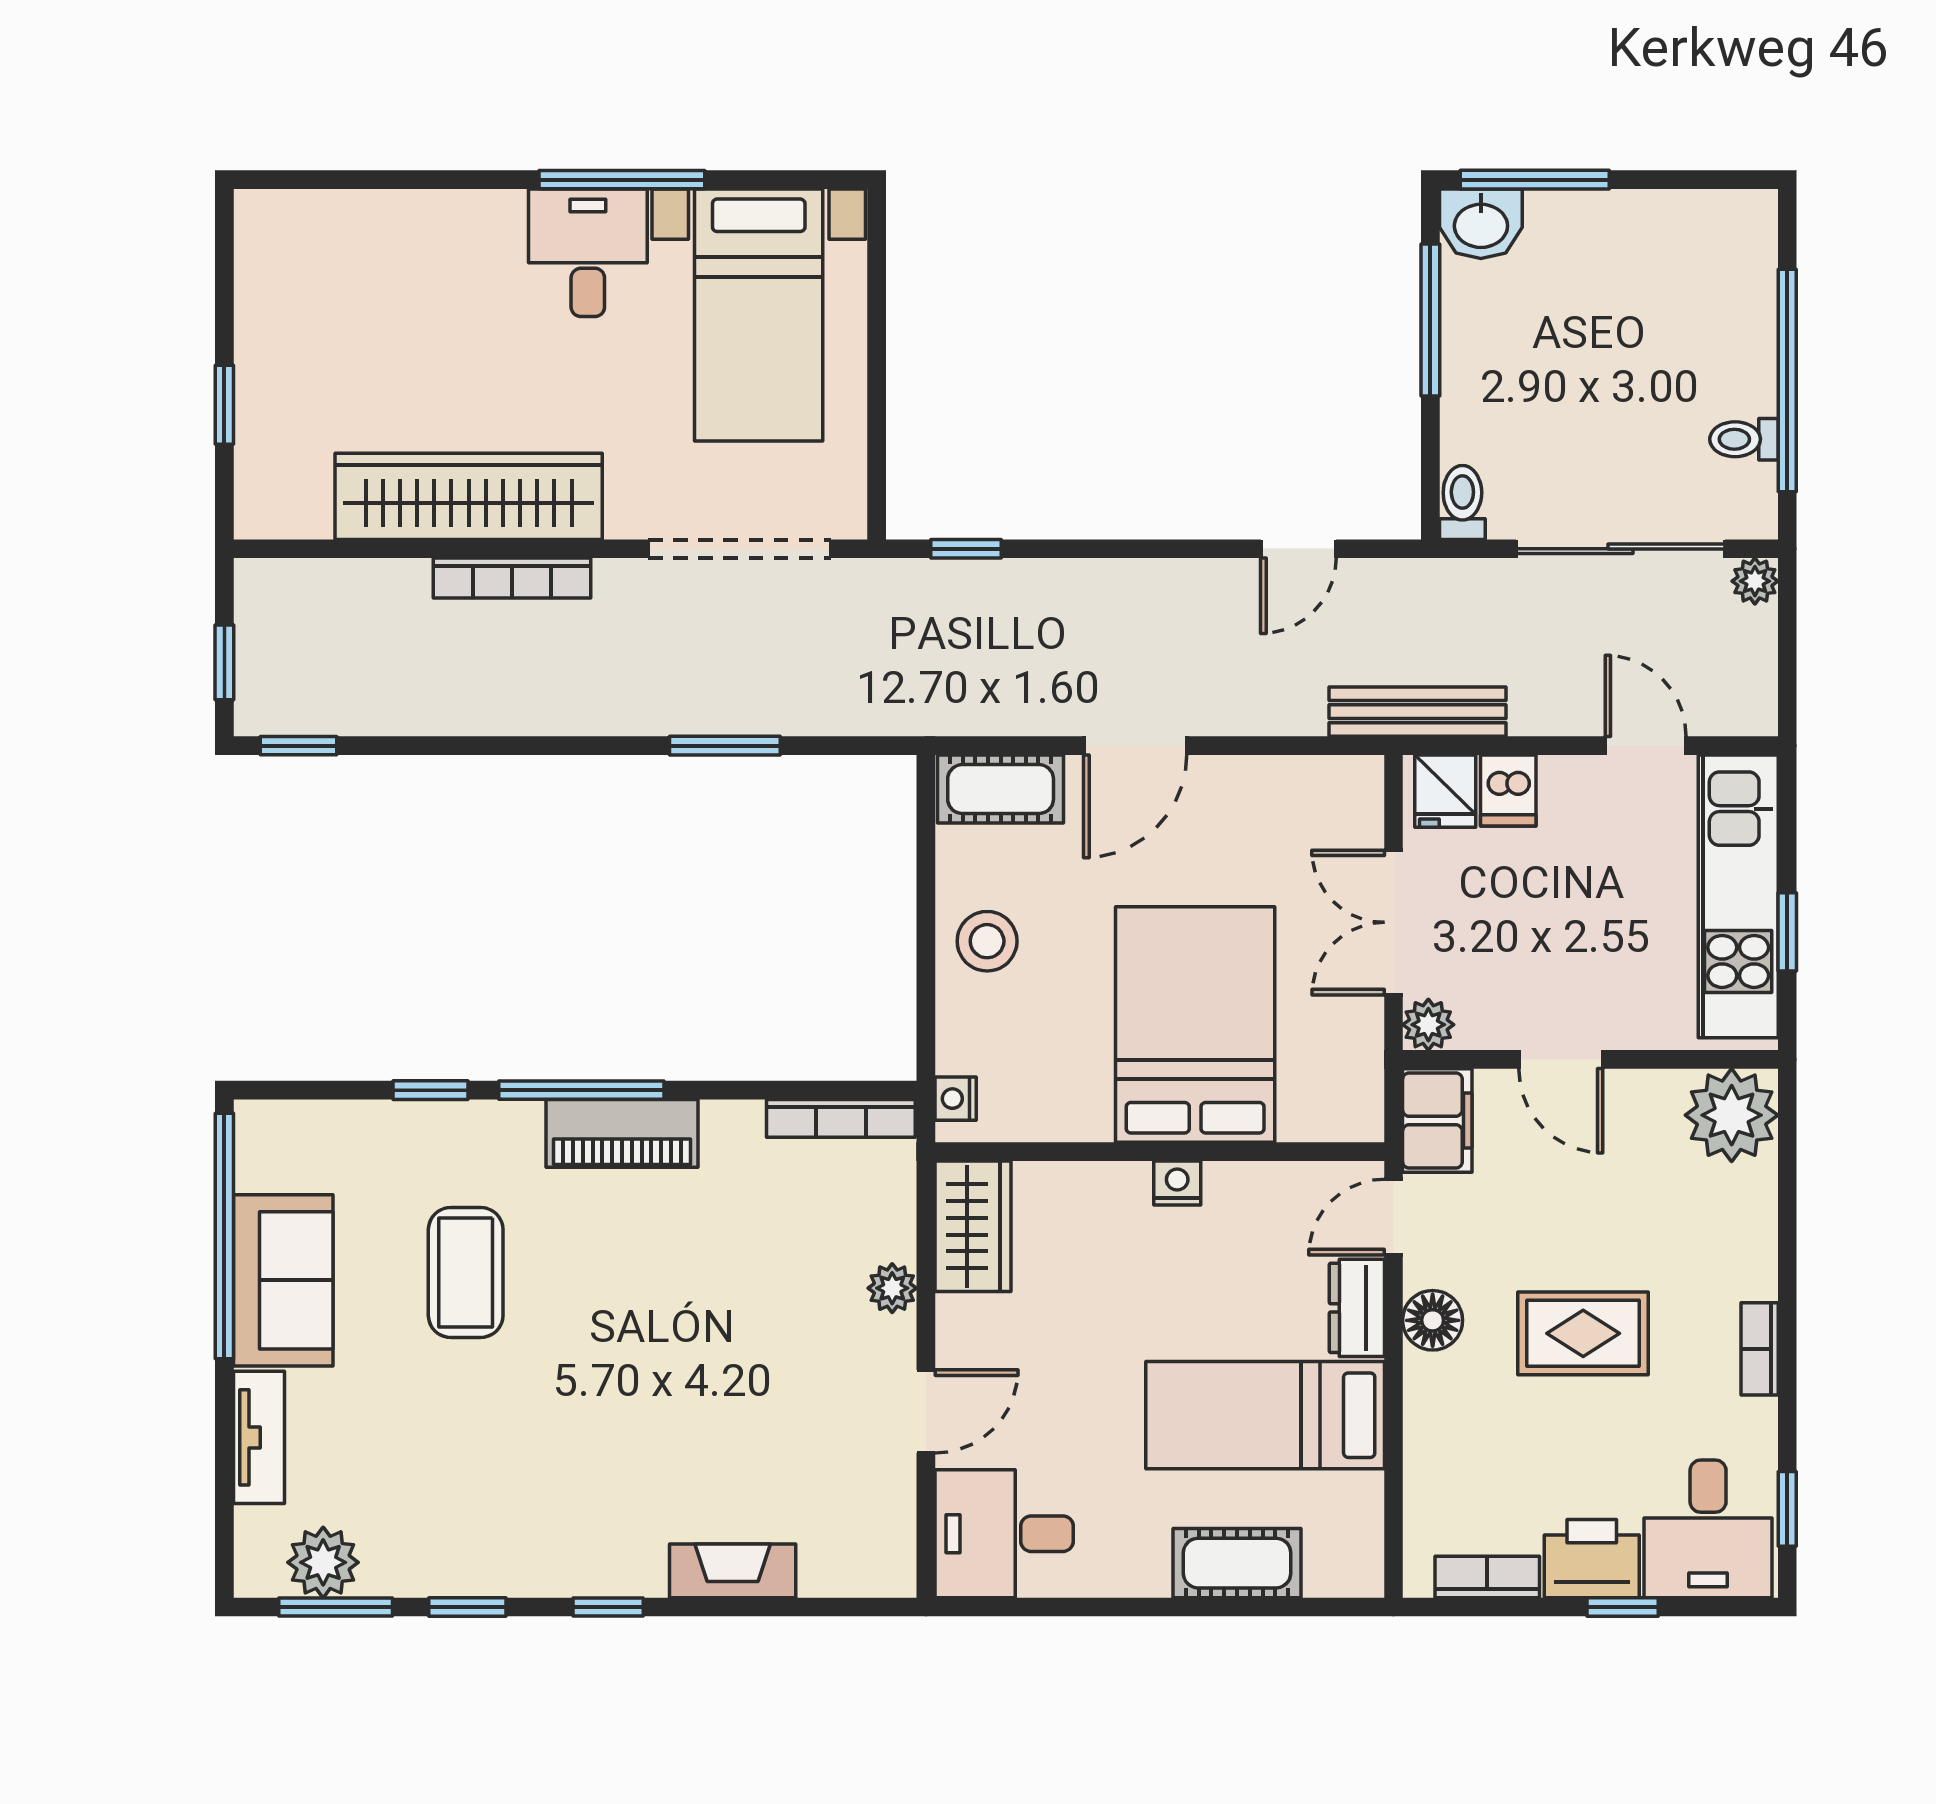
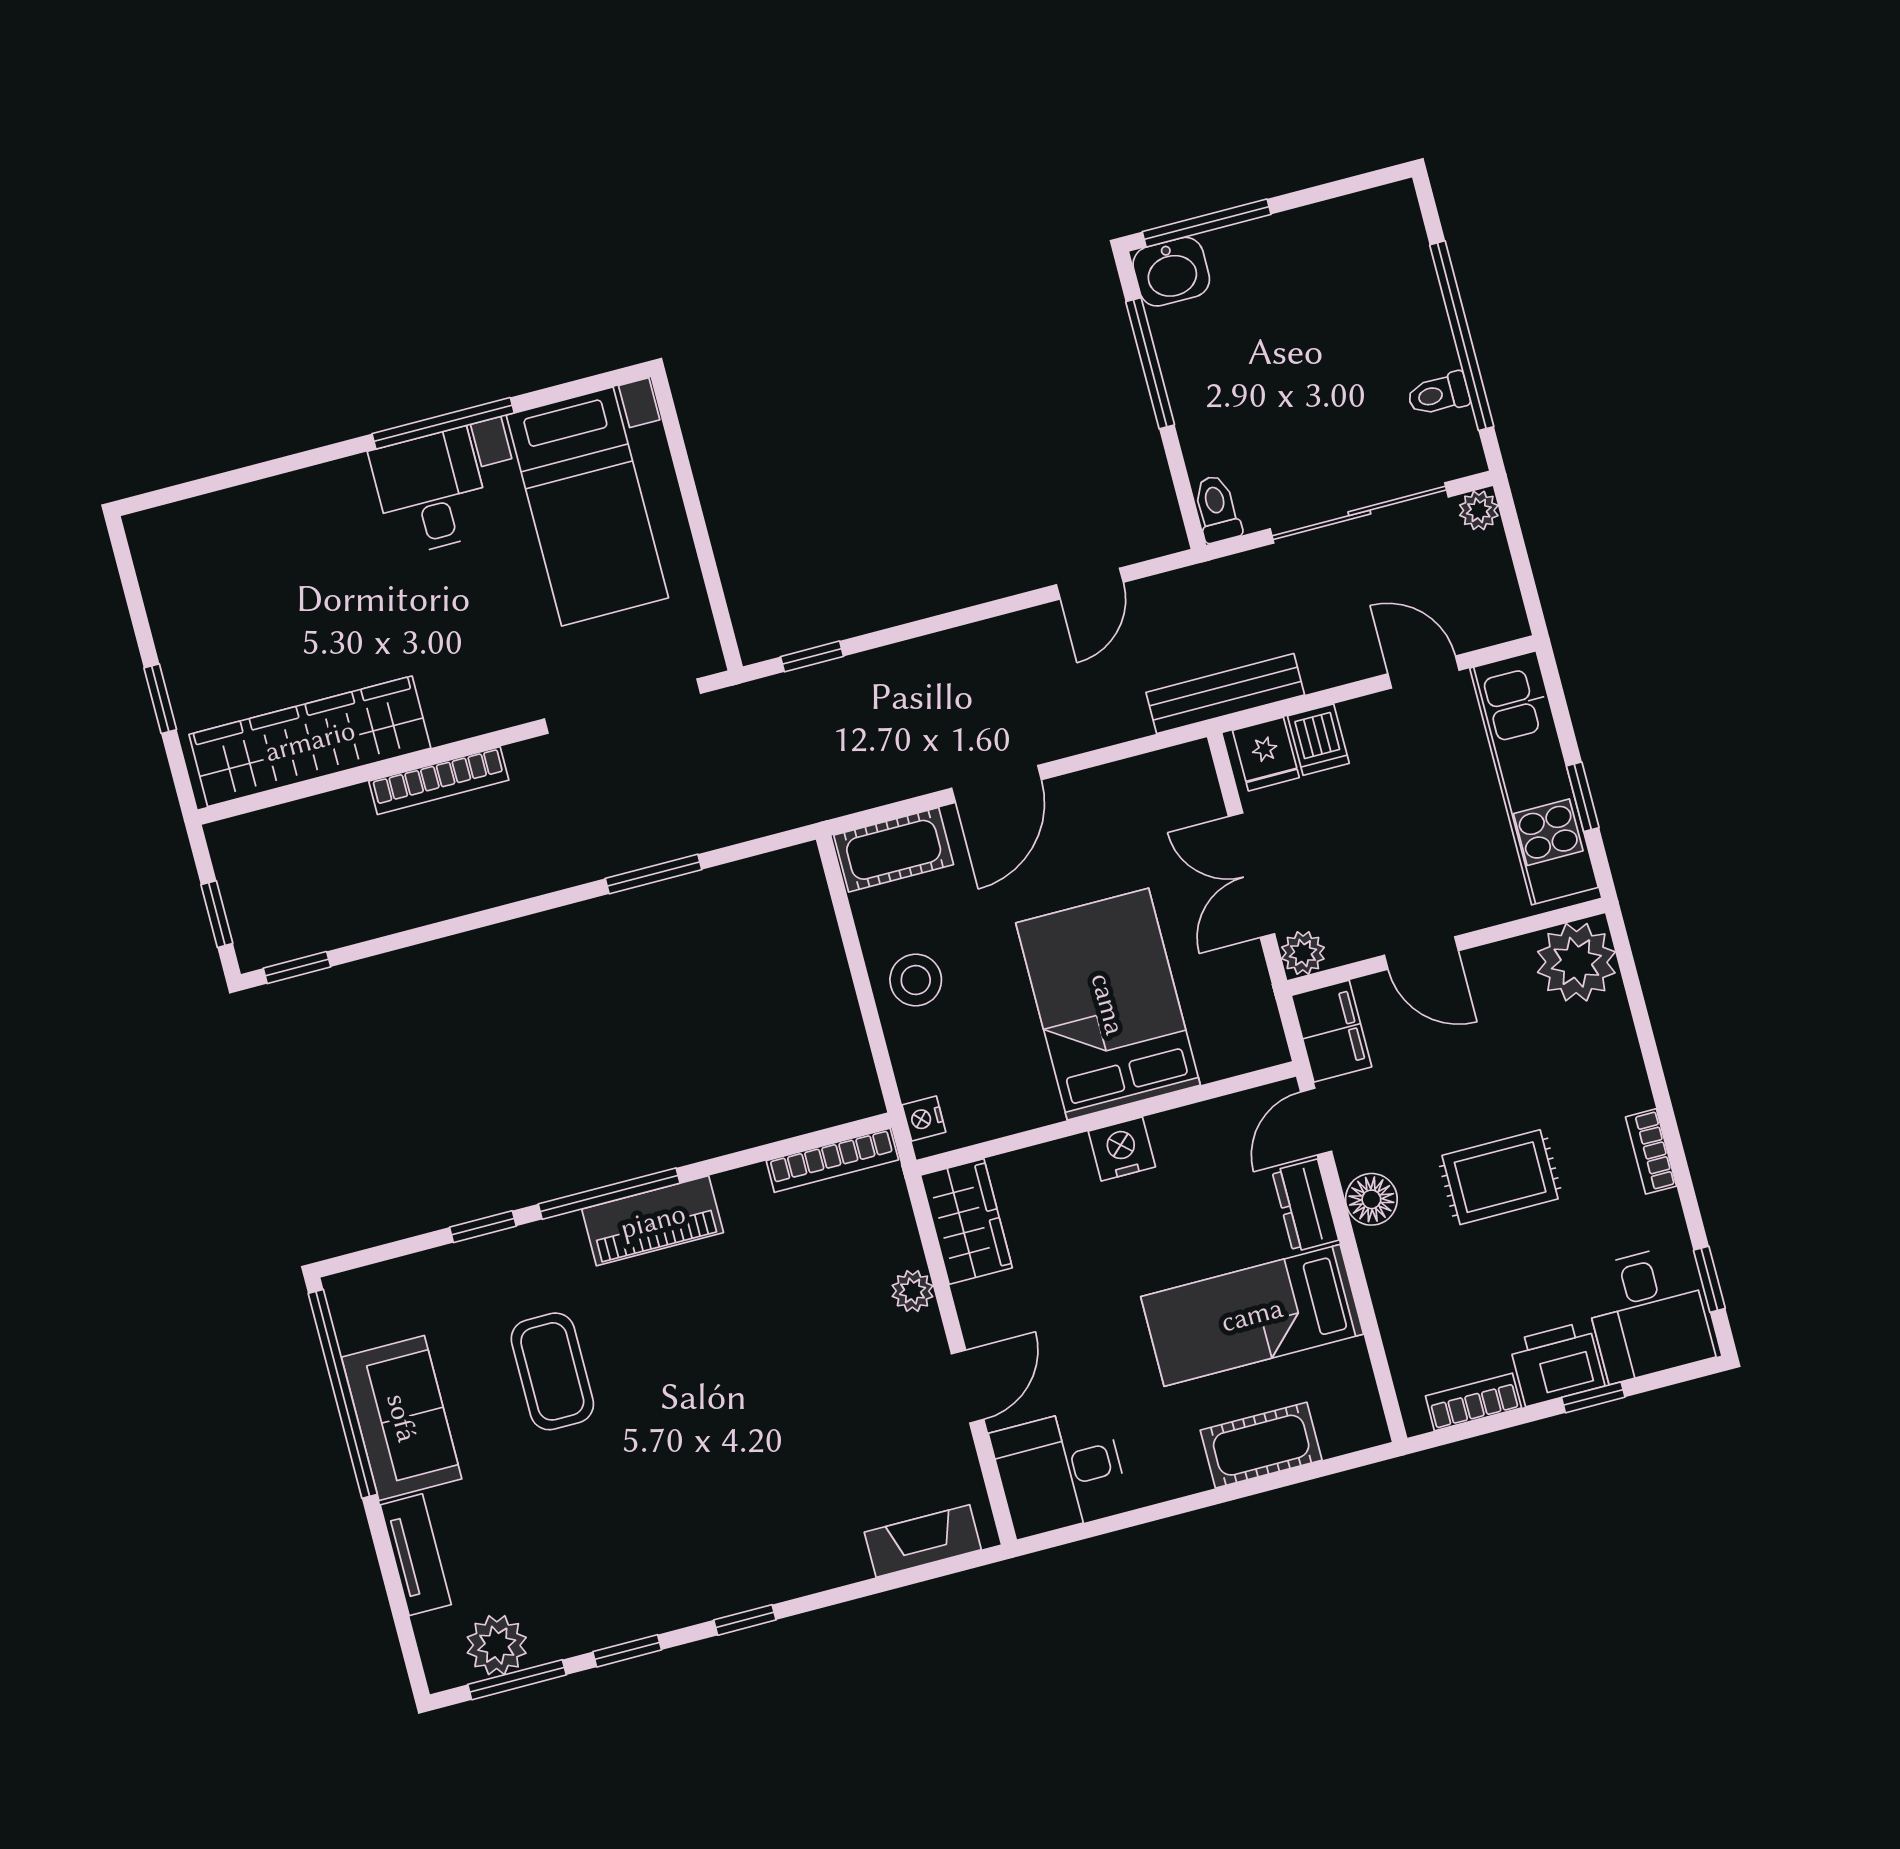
wardrobe: (469, 496) -> (310, 741), moved
nightstand: (1177, 1183) -> (1122, 1149), width x1.39, depth x1.35
fireplace: (733, 1571) -> (923, 1541), moved

